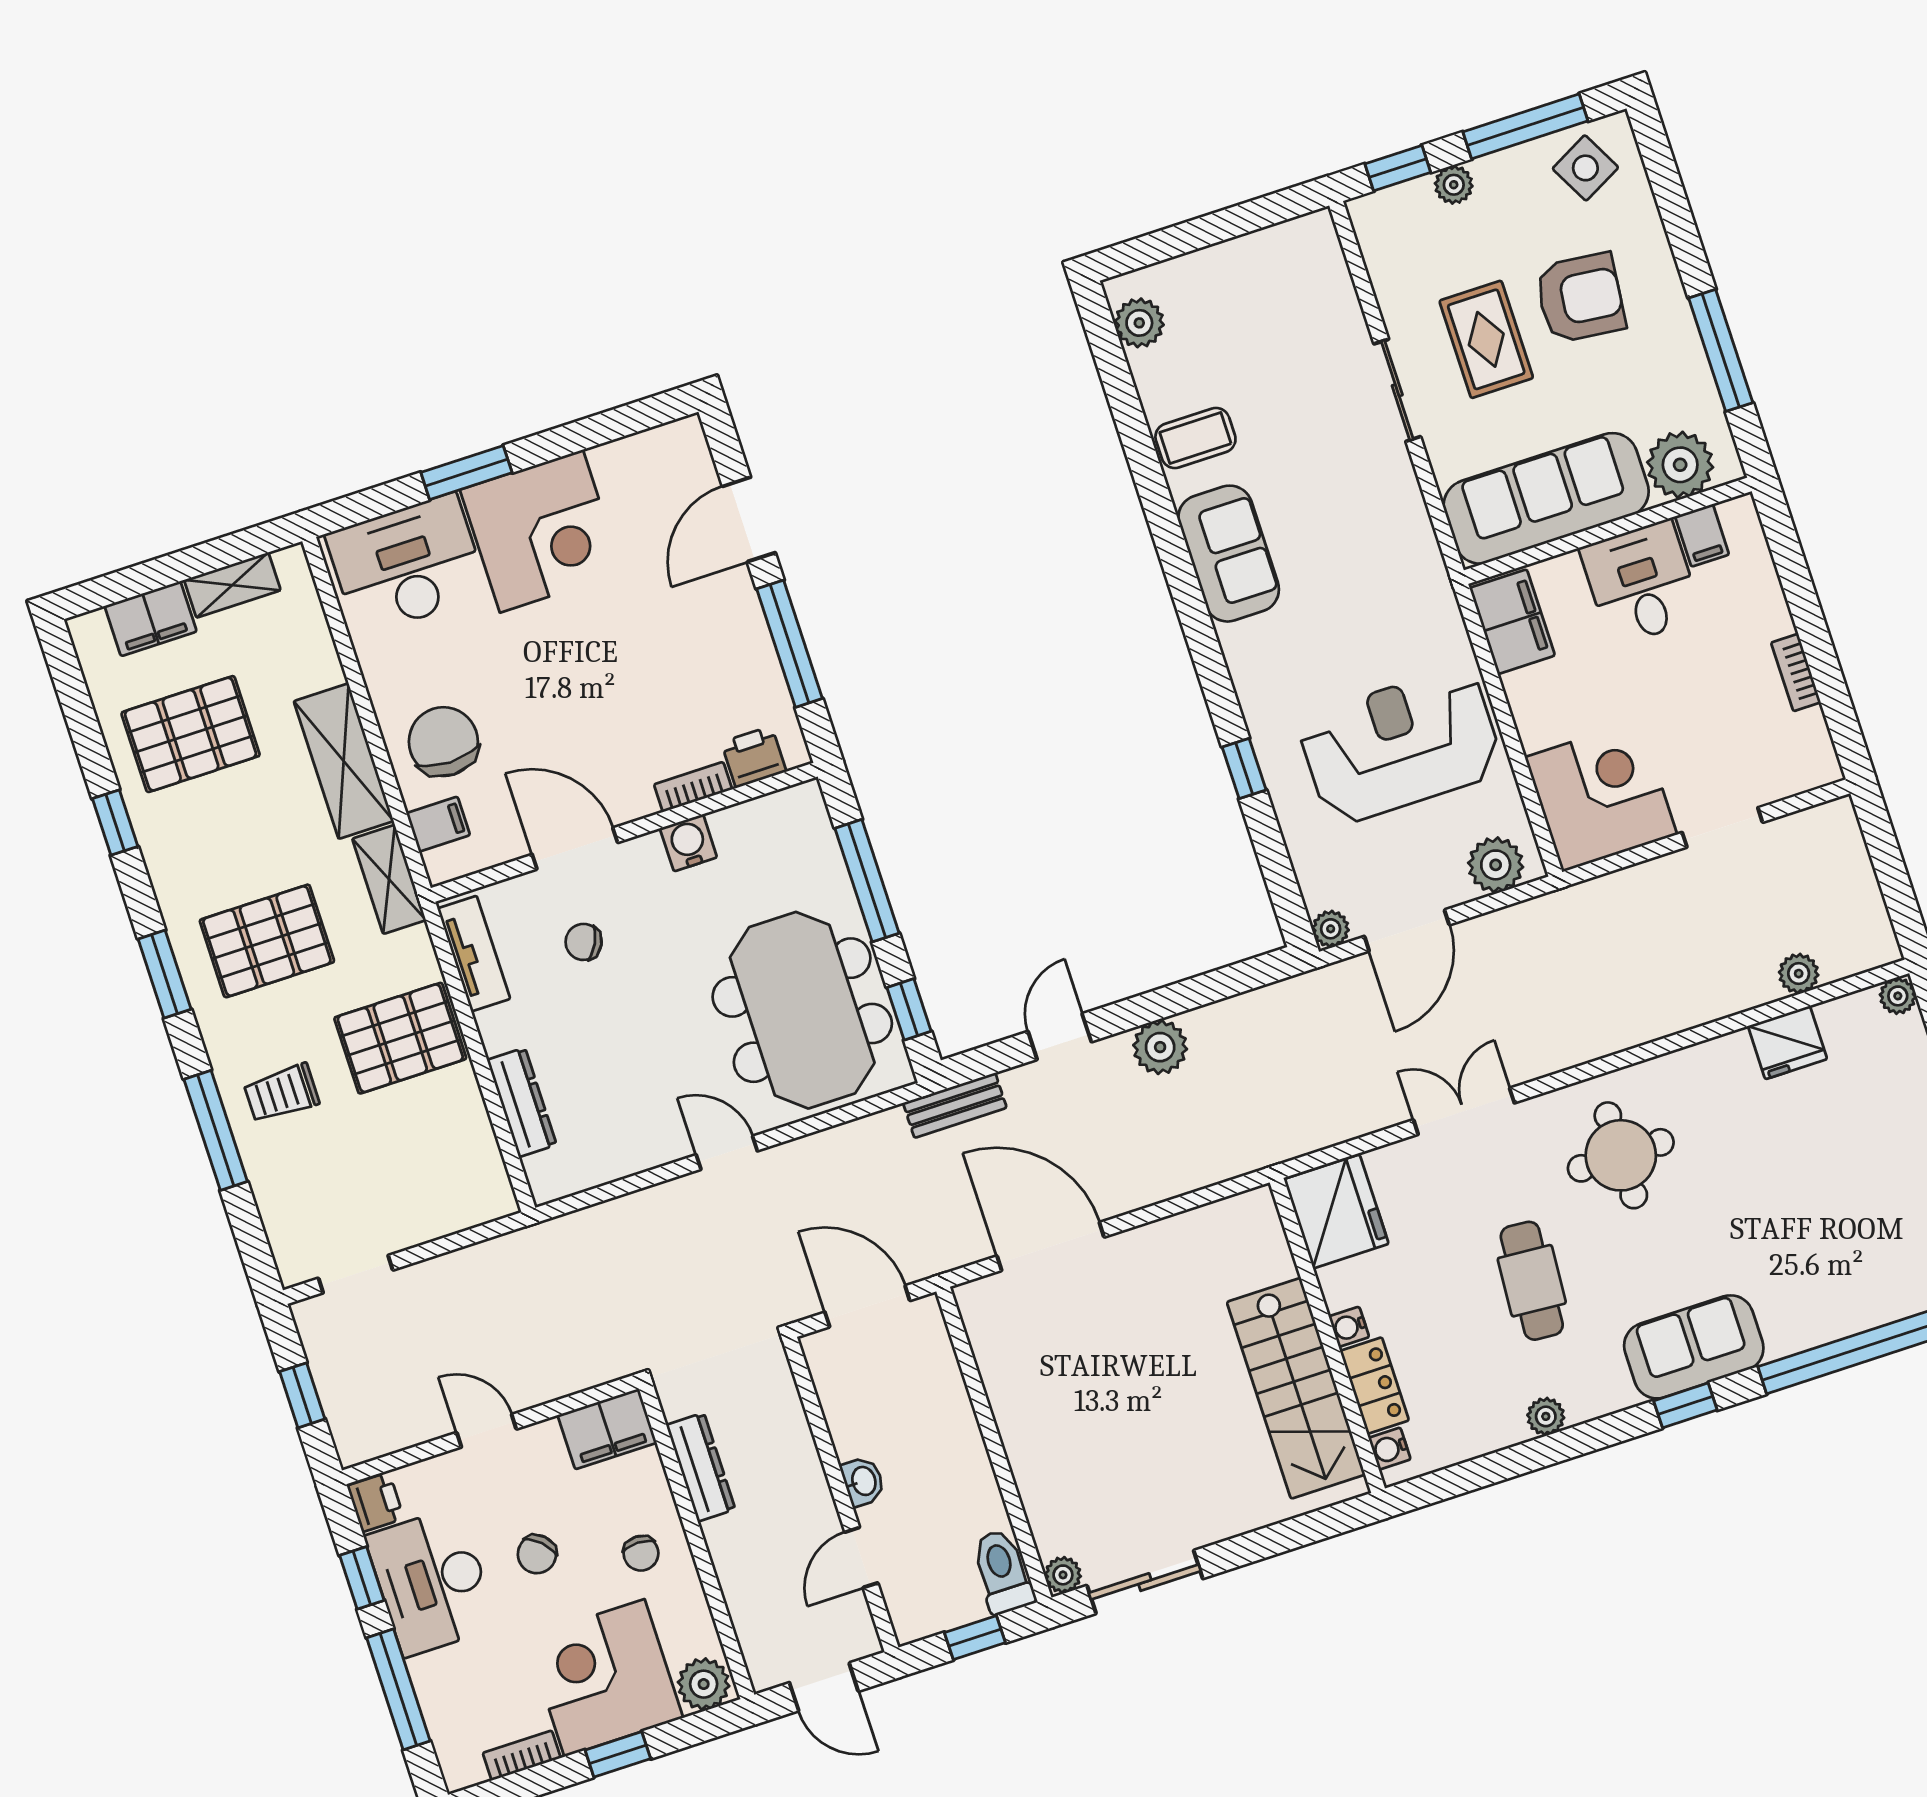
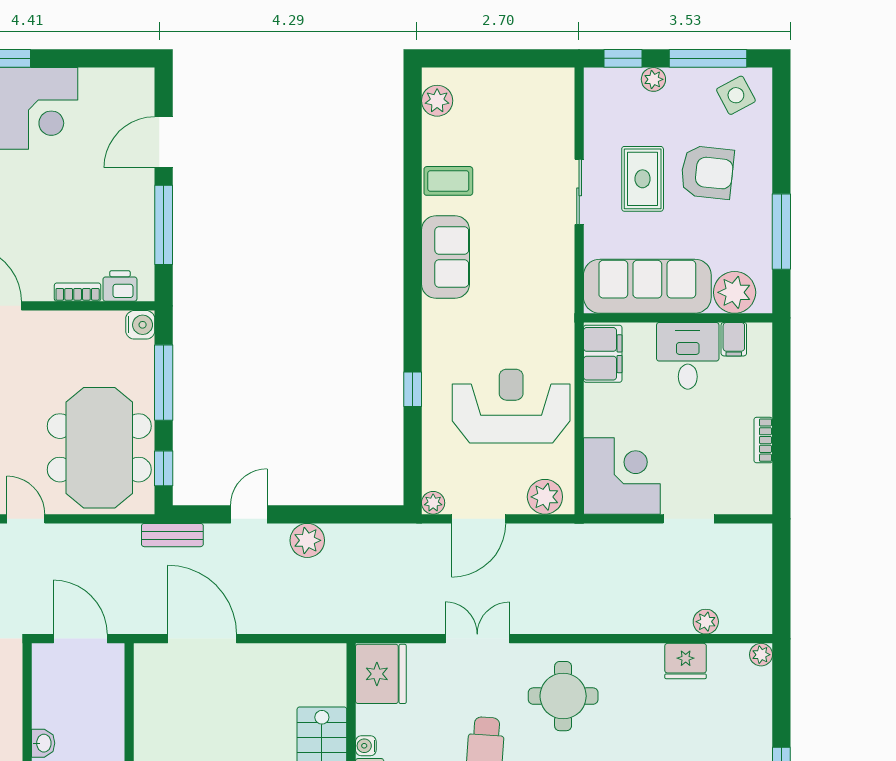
water cooler: (688, 843) -> (140, 325), moved, turned 90

